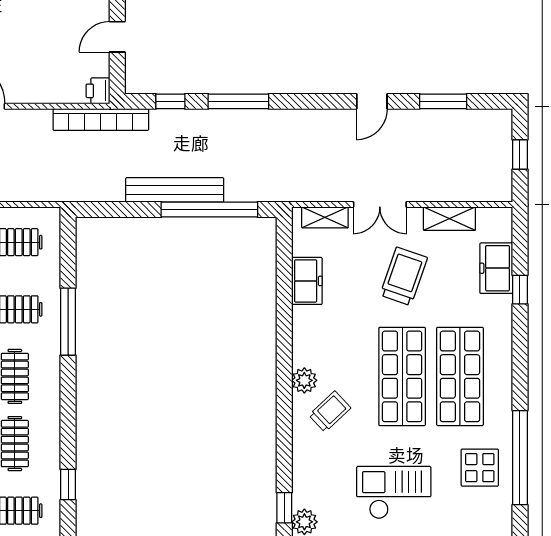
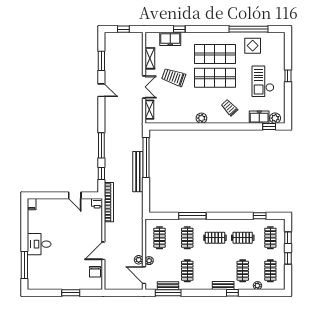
freezer: (307, 281) -> (259, 117), moved
plant: (304, 380) -> (201, 118), moved

